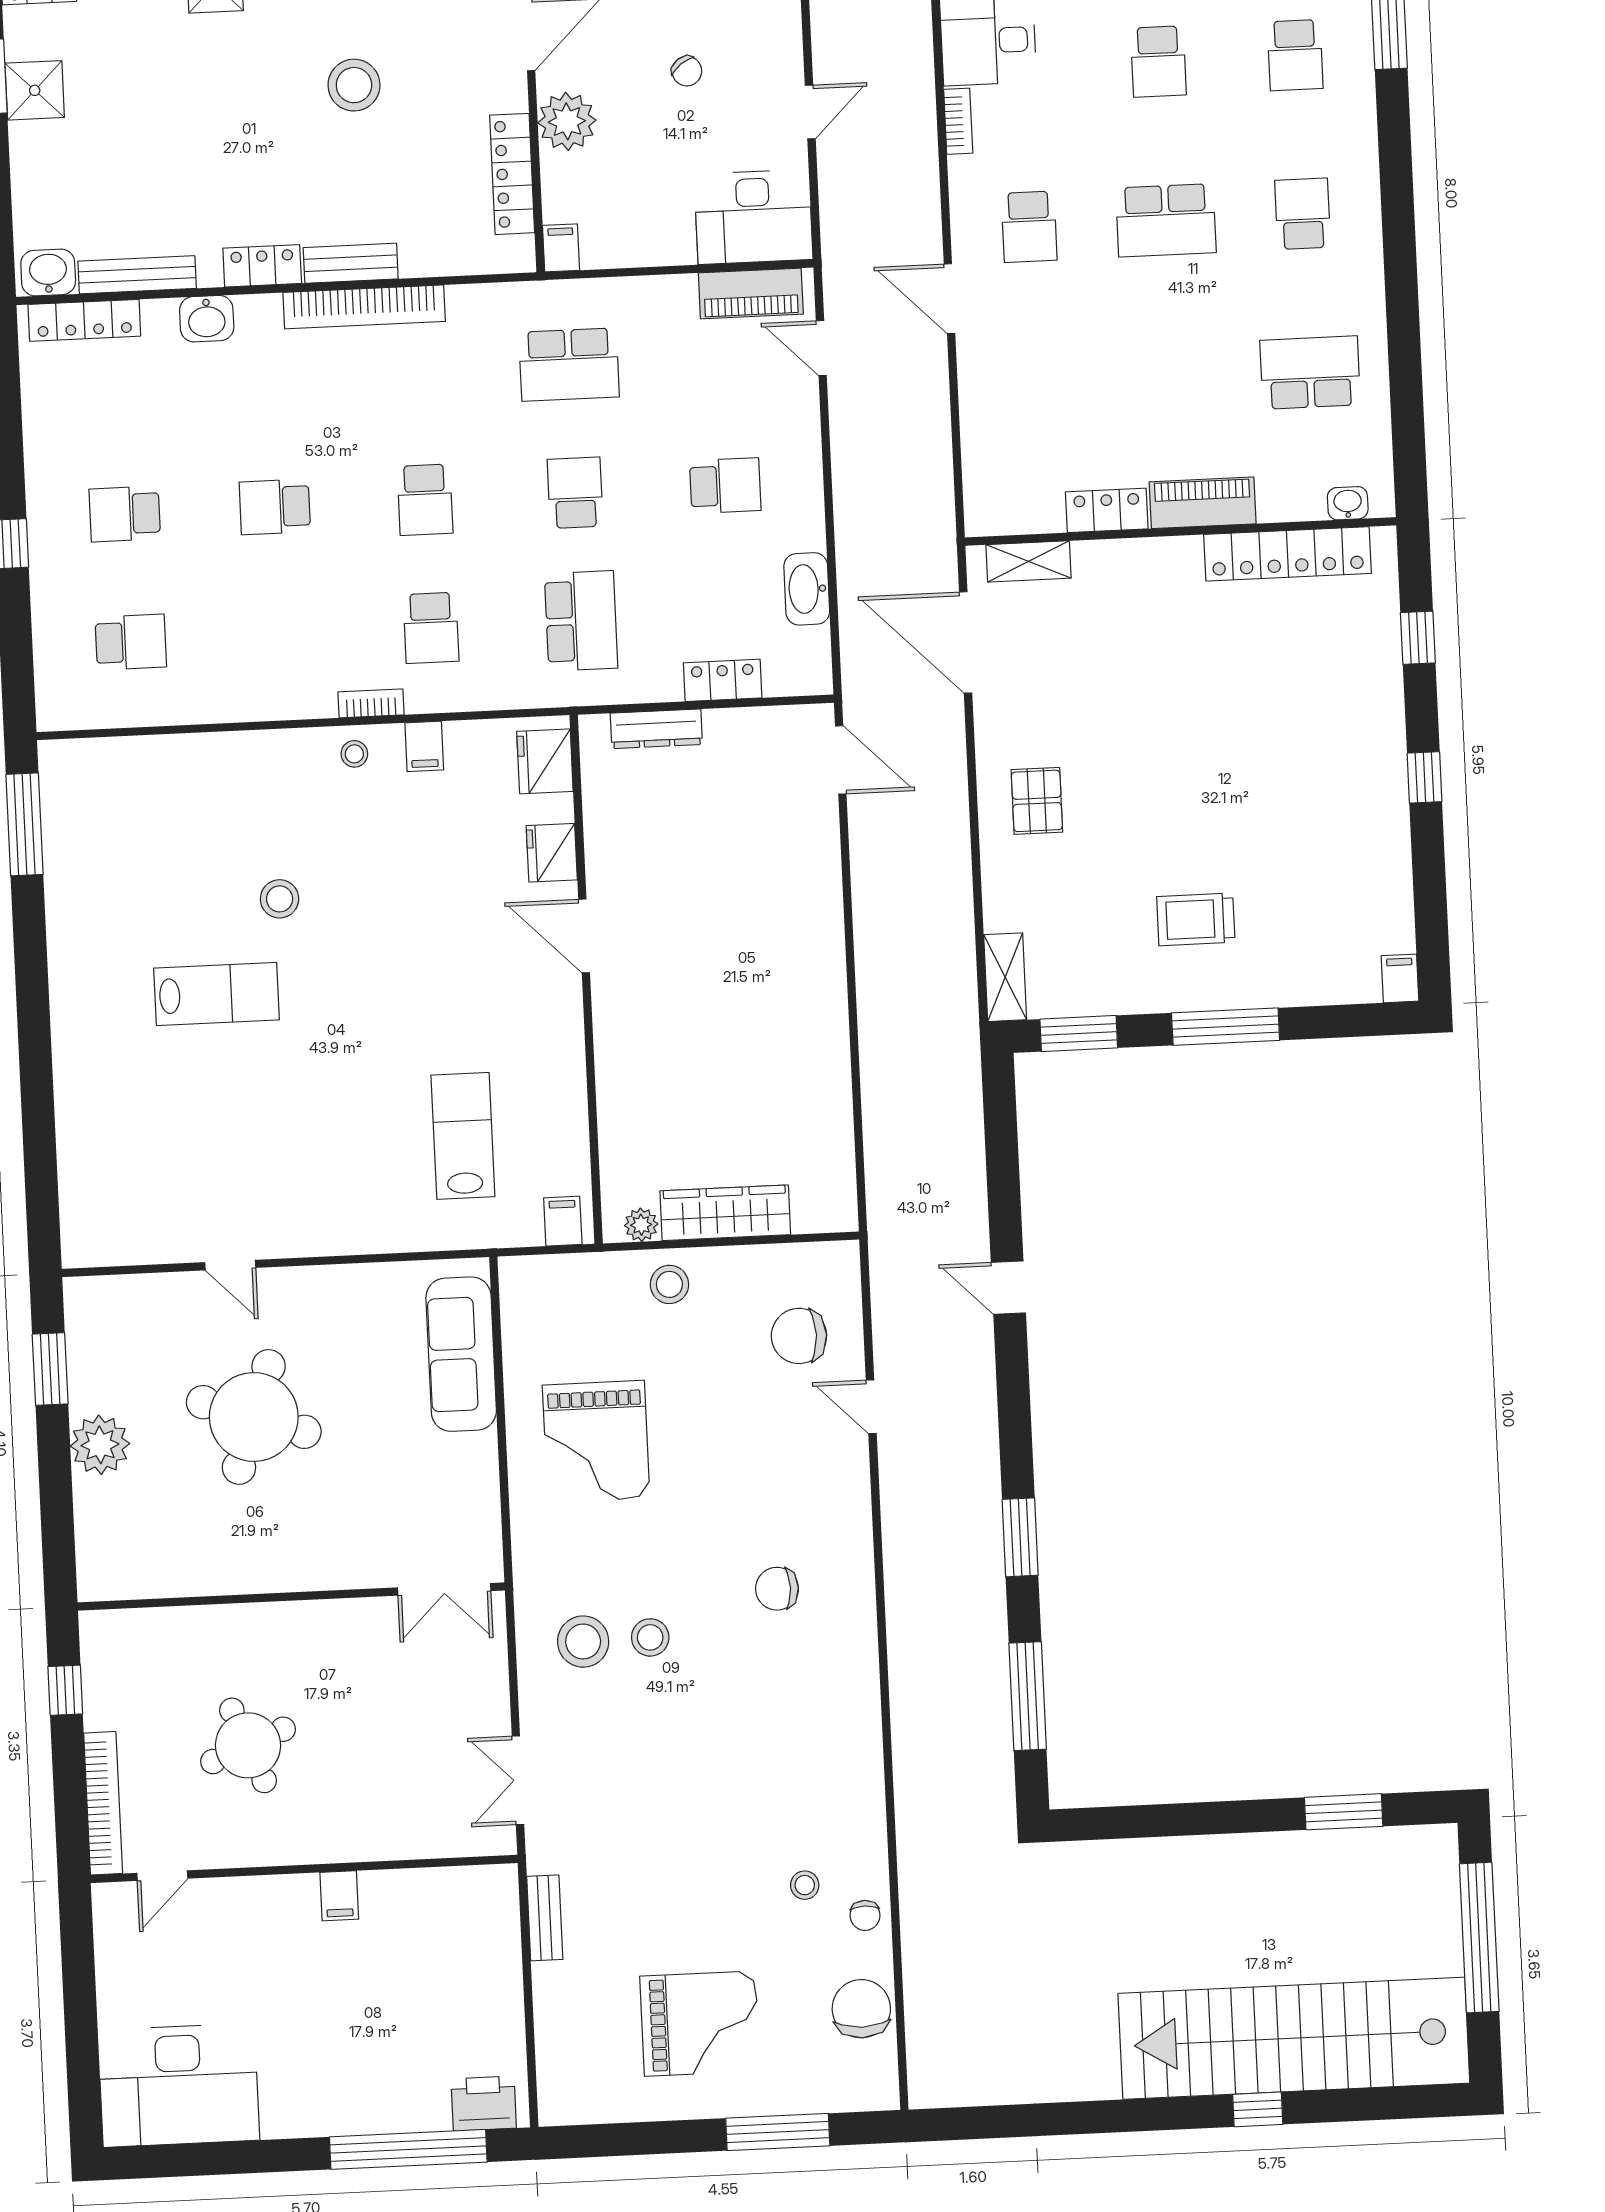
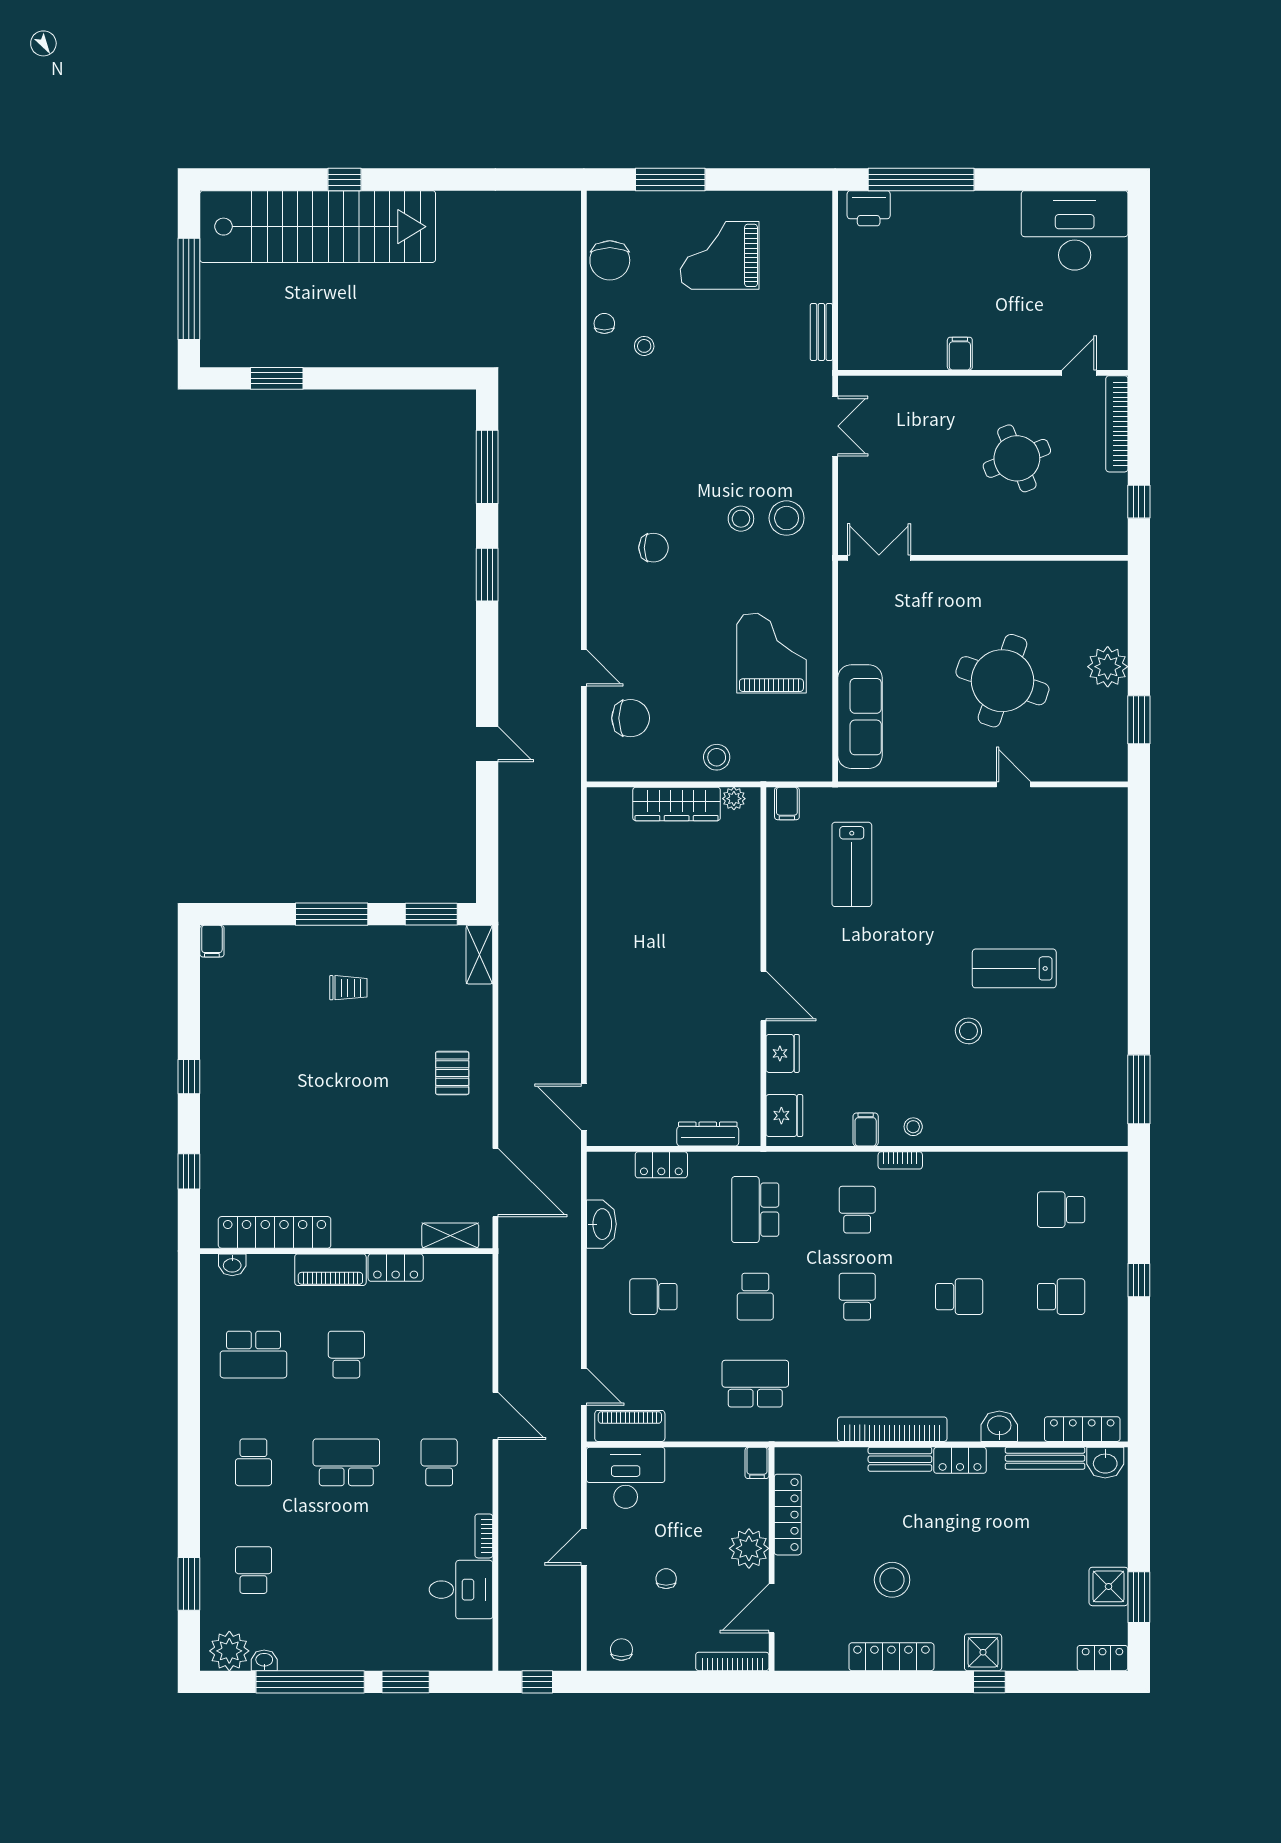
school desk: (1158, 62) -> (346, 1355), moved
chair: (687, 71) -> (666, 1579), turned 37
trolley: (1196, 919) -> (348, 988), width x0.73, depth x0.72

